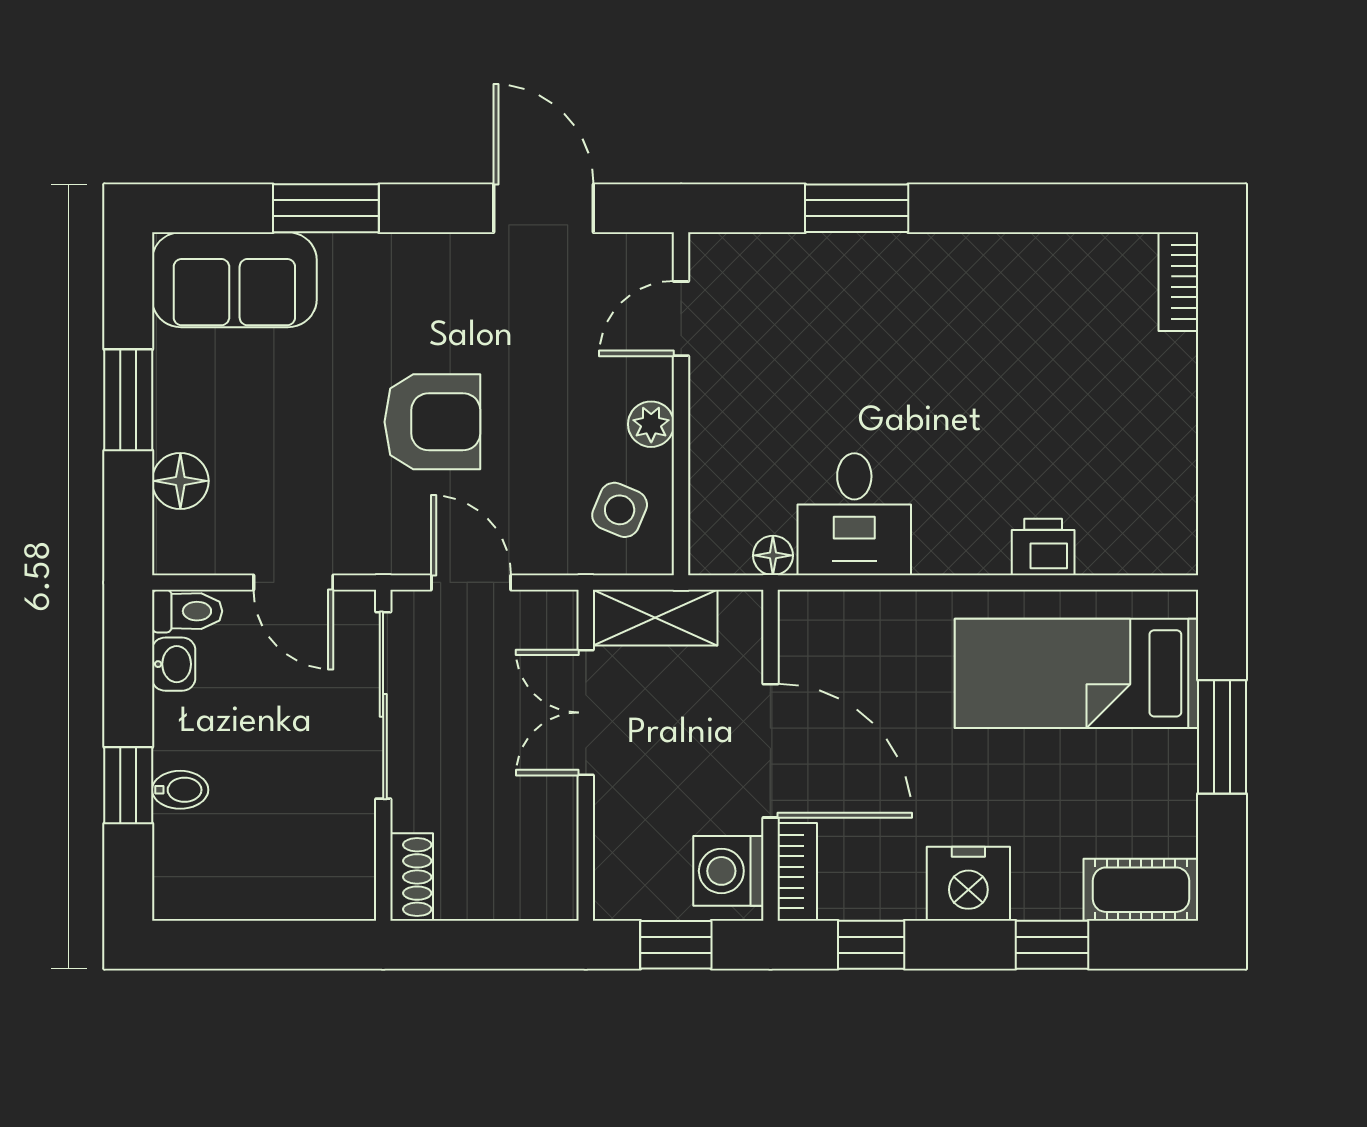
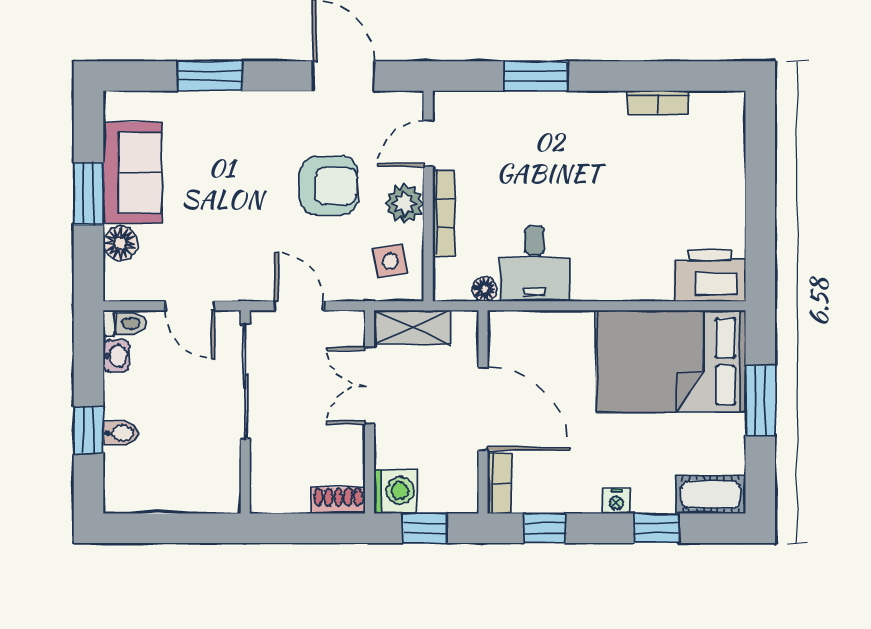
sofa: (234, 280) -> (132, 173), moved, turned -90
bookcase: (1178, 282) -> (658, 103), moved, turned -90
armchair: (432, 422) -> (329, 186), moved
plant: (651, 424) -> (404, 203), width x1.38, depth x1.38
bookcase: (706, 432) -> (443, 213), added
side table: (620, 510) -> (390, 261), turned -32
printer: (1043, 547) -> (710, 276), moved, width x1.87, depth x1.48
bed: (1077, 673) -> (671, 362), width x1.50
washing machine: (728, 871) -> (395, 491), moved, turned 180
shoe rack: (412, 877) -> (338, 500), moved, turned -90
nightstand: (968, 884) -> (617, 501), width x0.53, depth x0.56

